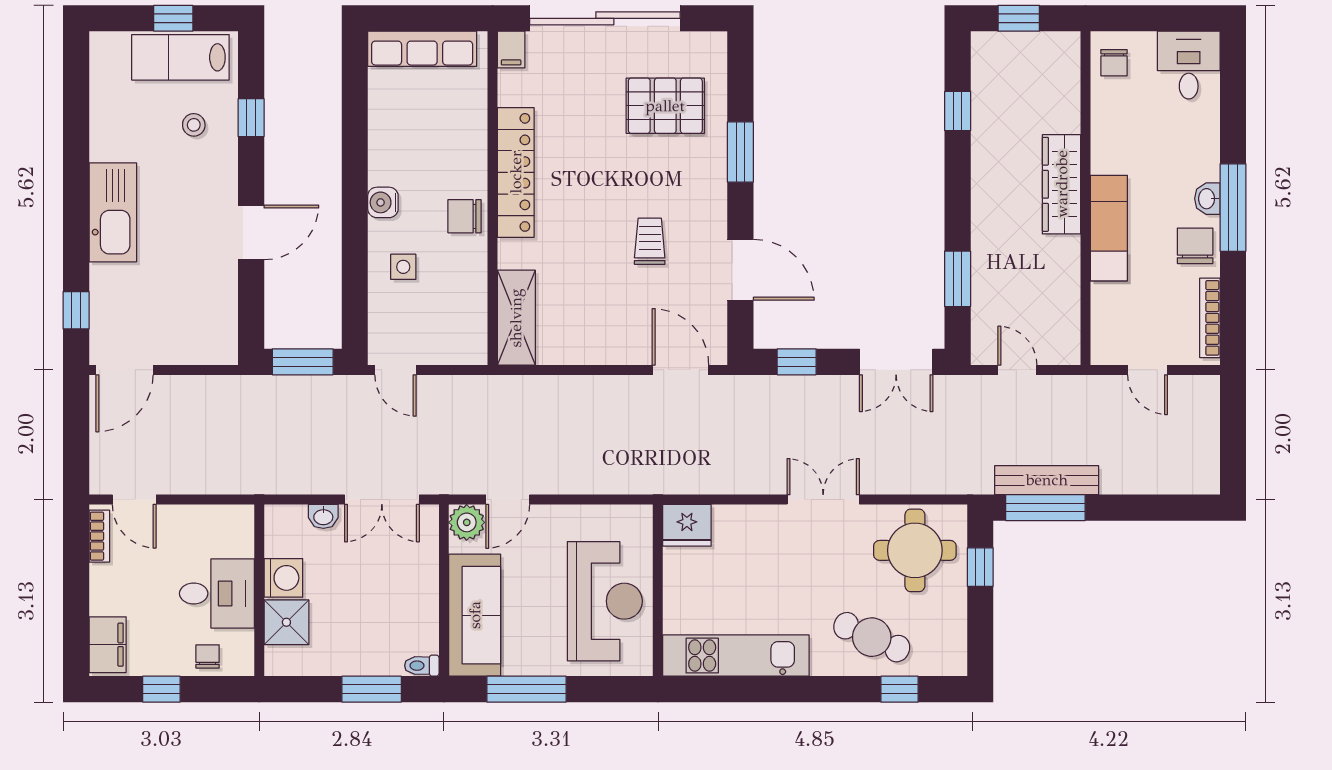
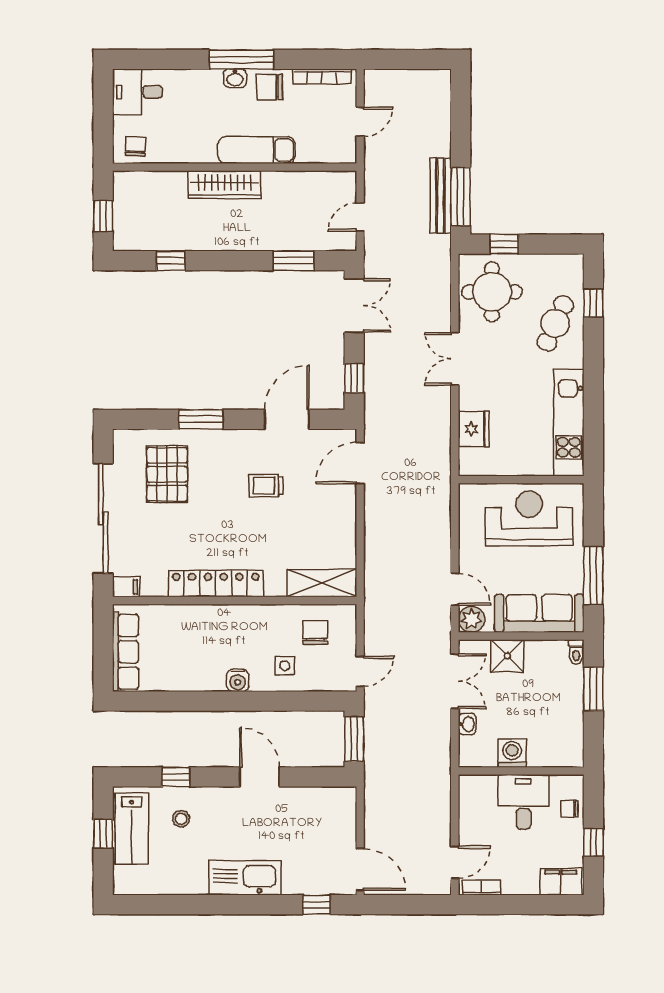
chair: (1114, 63) -> (136, 146), turned -87
chair: (465, 216) -> (315, 632), moved, turned 180
fridge: (687, 525) -> (474, 429), moved
shower: (286, 622) -> (507, 656), moved

